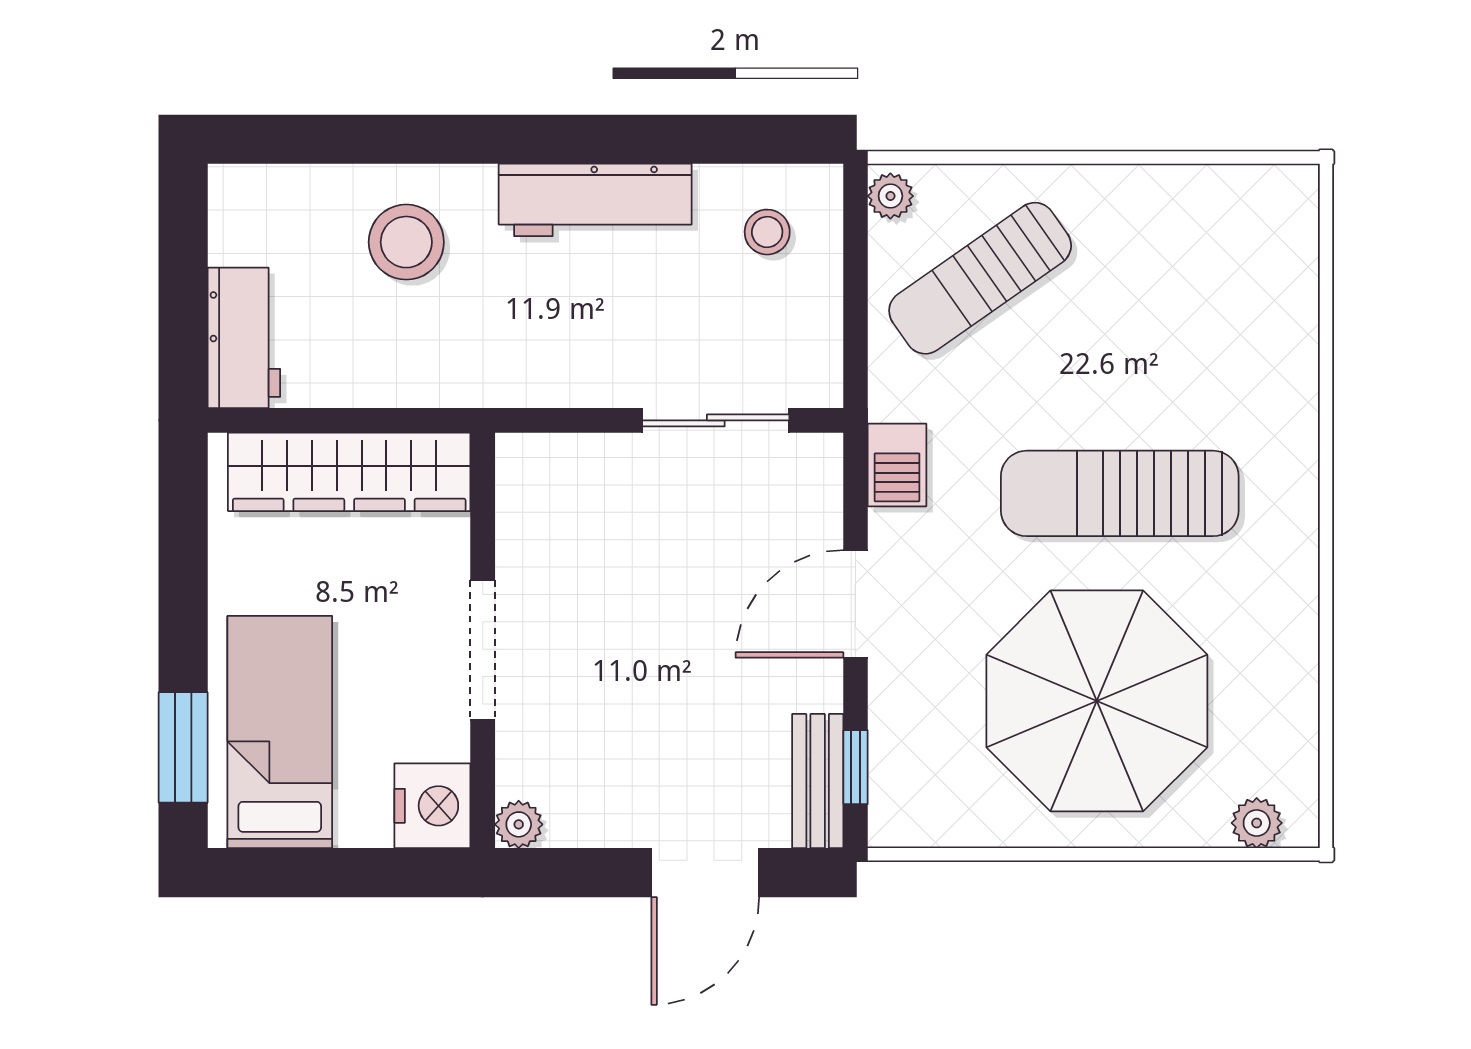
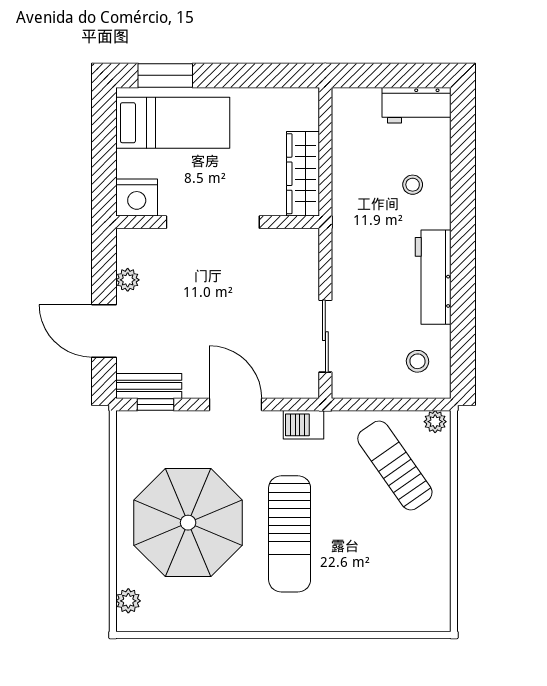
stool: (406, 242) -> (413, 185), width x0.53, depth x0.53
workbench: (244, 338) -> (417, 105), moved
wardrobe: (349, 472) -> (303, 174), width x0.71, depth x0.85
sun lounger: (1120, 493) -> (290, 534), turned 180
doorway: (483, 650) -> (213, 222), width x1.36
plant: (519, 824) -> (128, 280), moved

